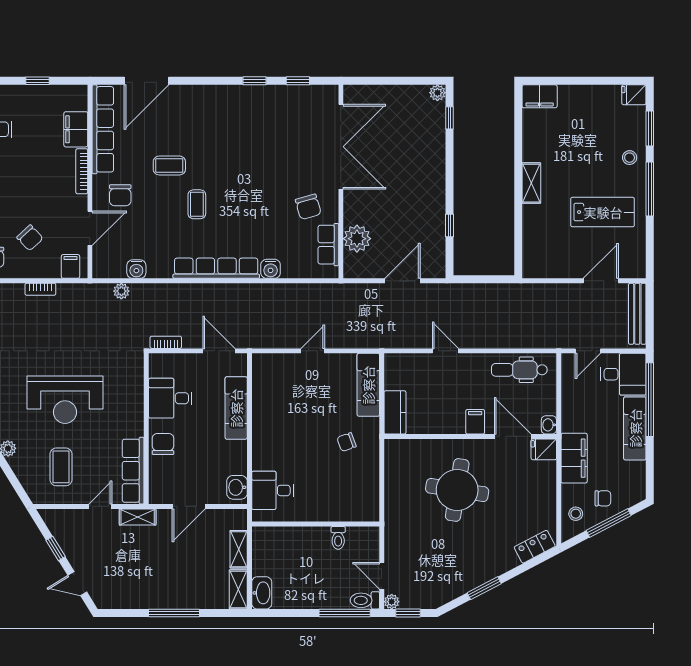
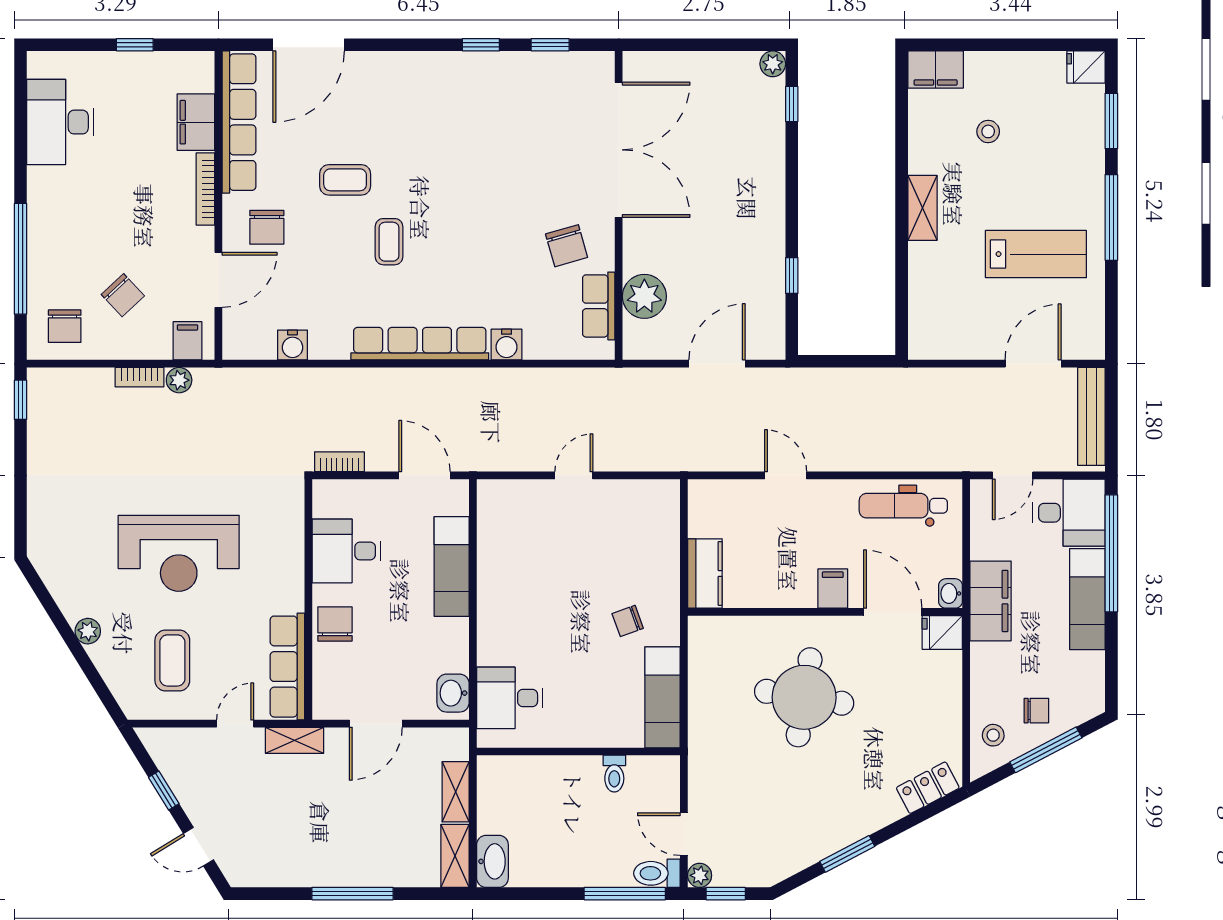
stool: (630, 158) -> (988, 131), moved
plant: (121, 291) -> (179, 380), moved
exam couch: (368, 385) -> (662, 697), moved
filing cabinet: (574, 458) -> (991, 601), moved

